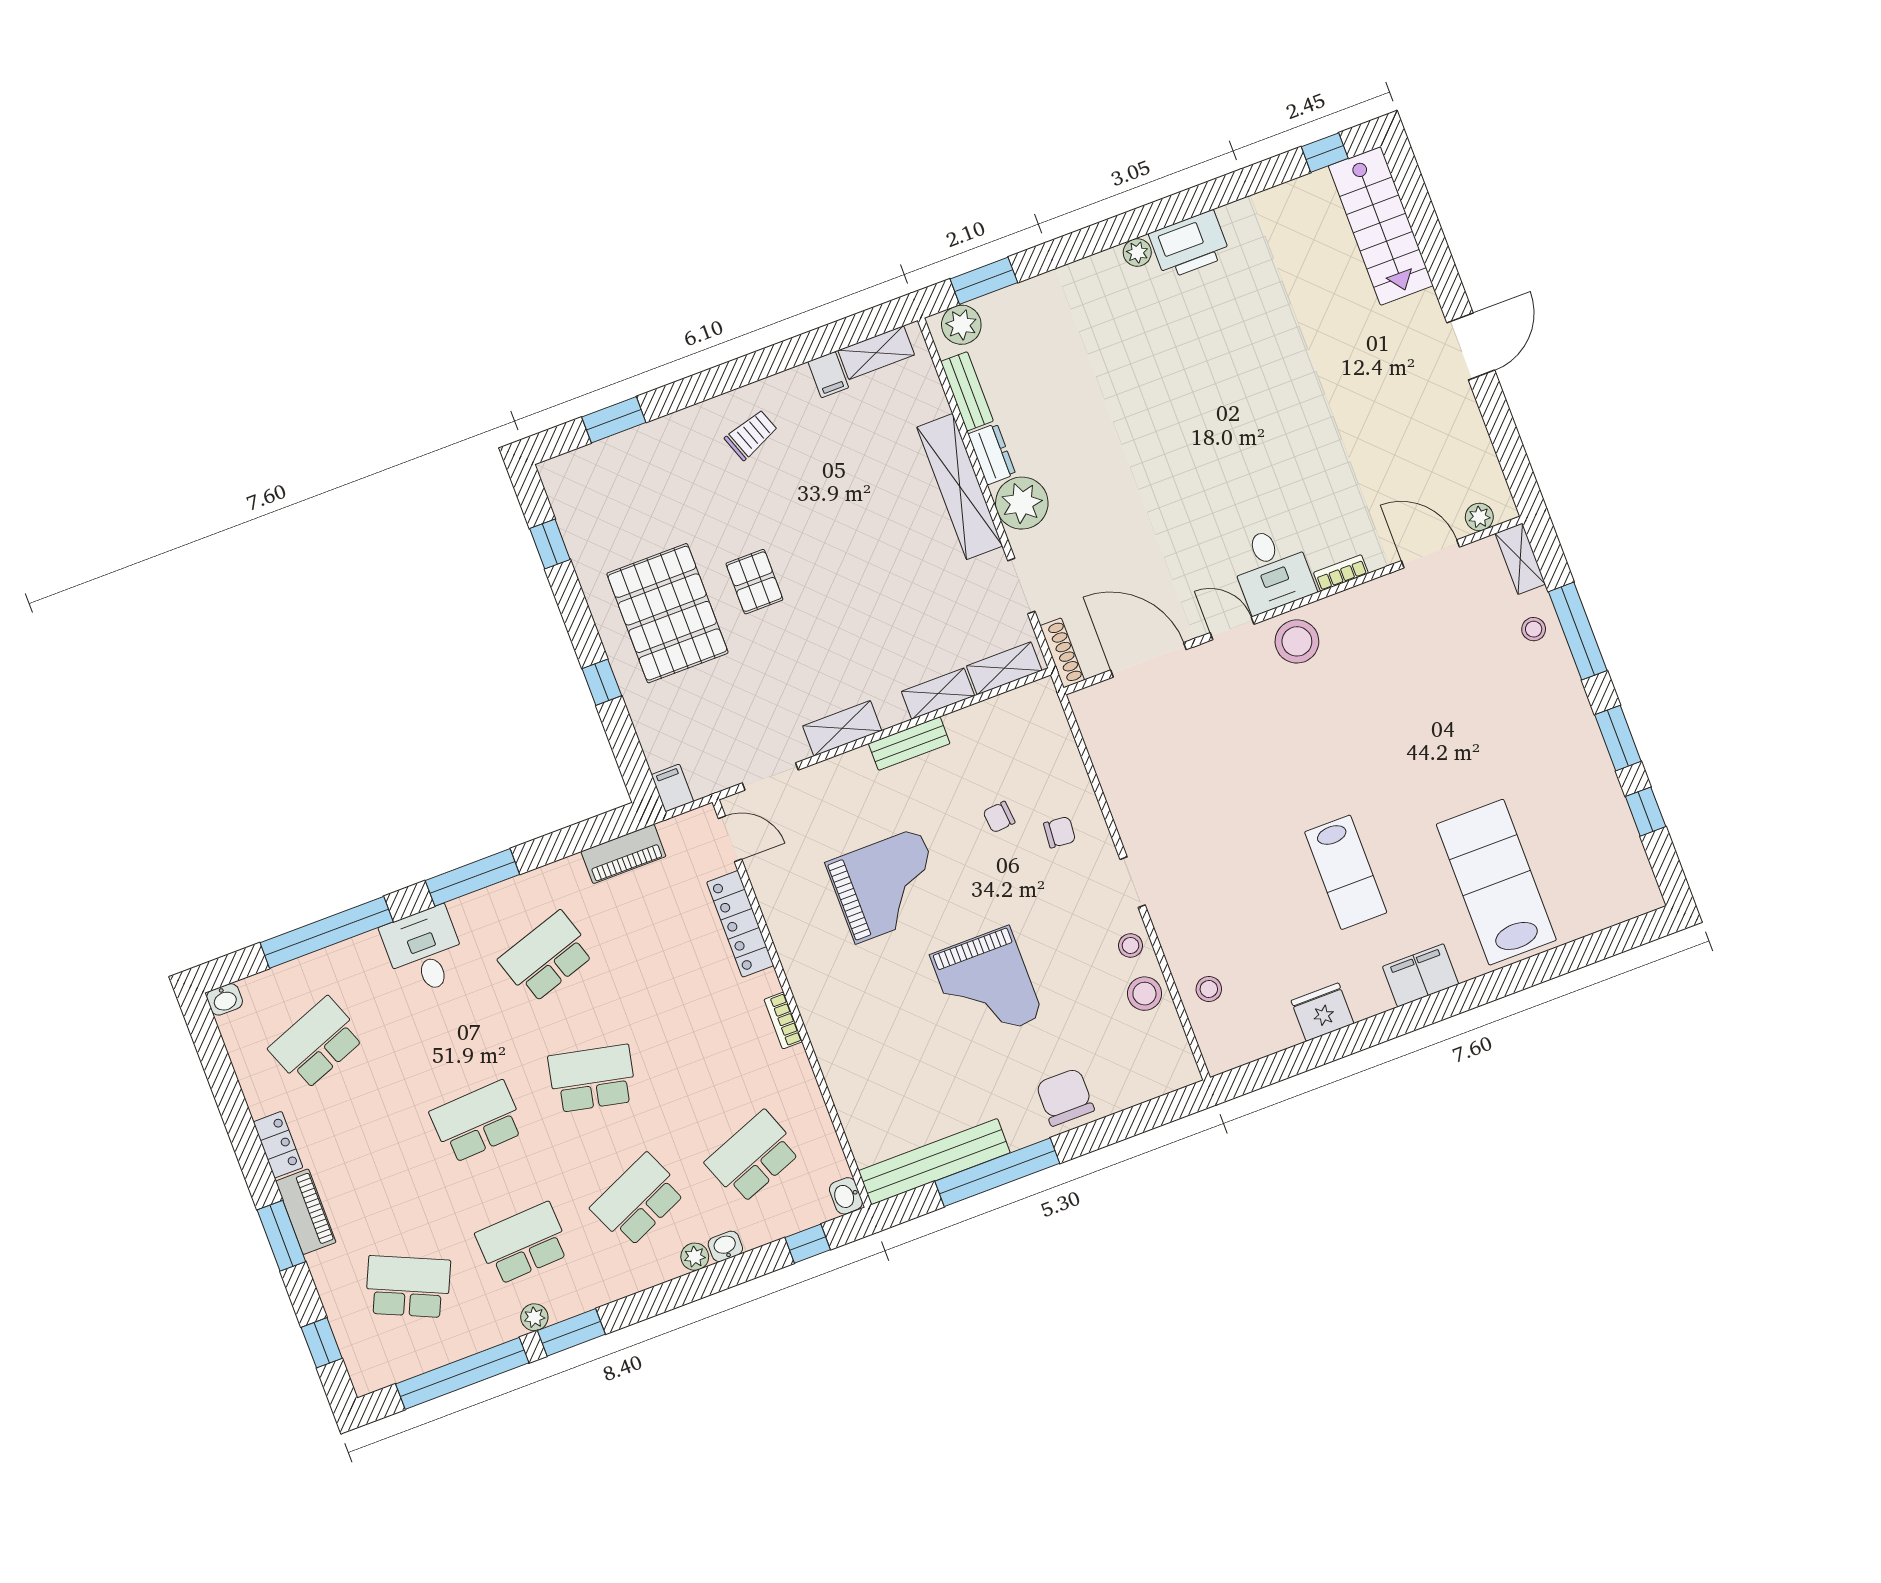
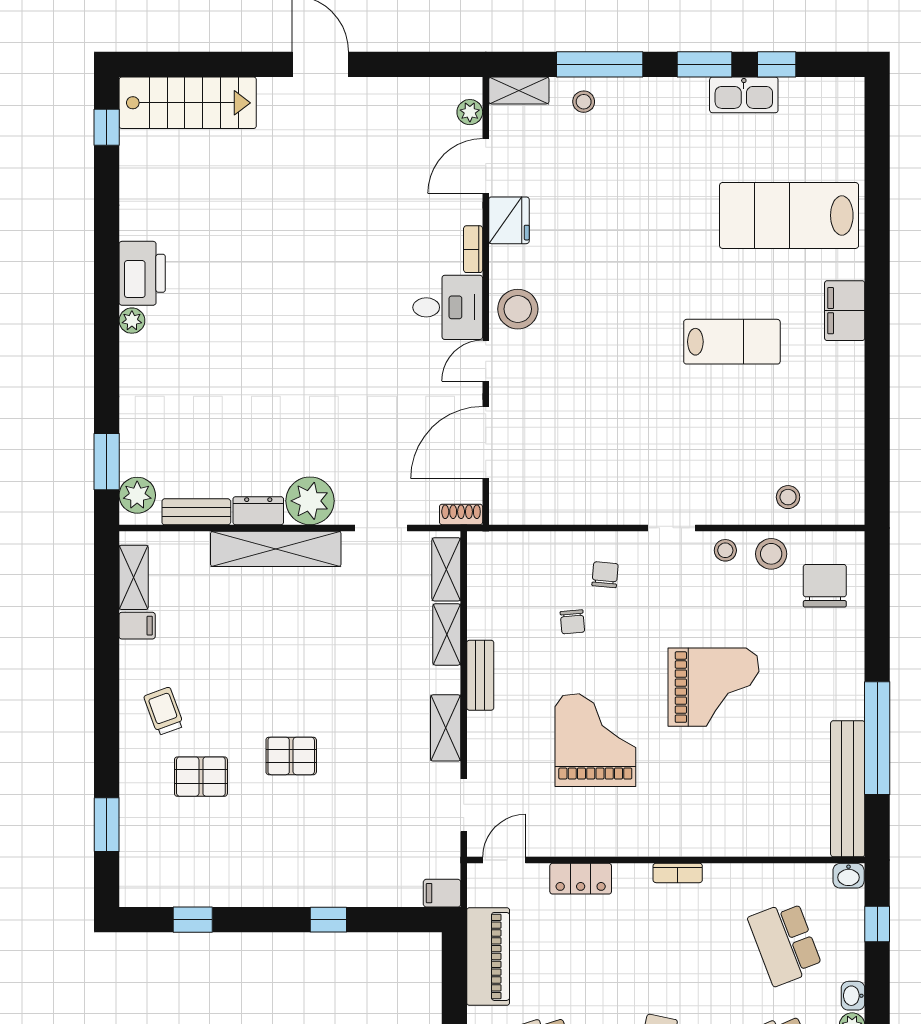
pallet: (667, 613) -> (201, 777), moved, width x0.49, depth x0.50
shoe rack: (1062, 653) -> (461, 514), width x0.70
kitchen sink: (1602, 790) -> (744, 95), added
piano: (623, 854) -> (488, 956), width x1.37, depth x1.33
locker: (740, 924) -> (581, 879), width x0.66
fridge: (1322, 1012) -> (509, 220), moved, turned 180
chair: (1065, 1097) -> (825, 586), moved, turned 90

